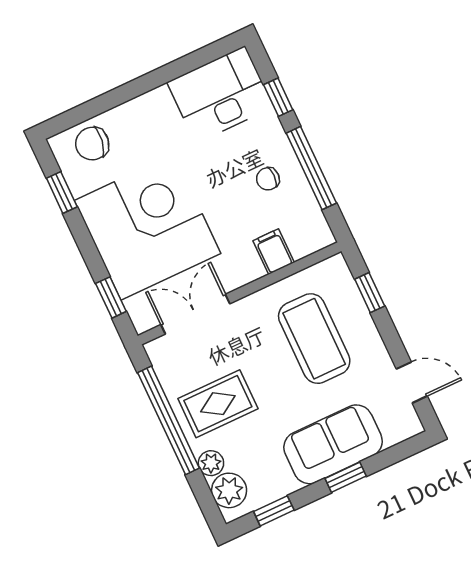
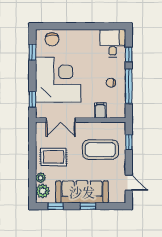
desk: (220, 94) -> (113, 43), width x0.73
chair: (92, 144) -> (52, 39), turned -99
double door: (195, 314) -> (61, 120), swing flipped
coffee table: (314, 339) -> (100, 150), turned 90
window: (169, 420) -> (32, 155), removed
sofa: (333, 444) -> (82, 192), width x1.36

